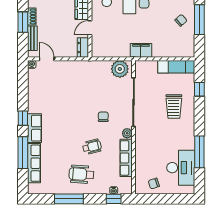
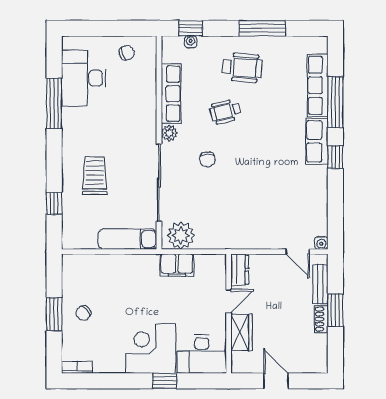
window: (199, 20) -> (54, 314), width x0.69
filing cabinet: (141, 50) -> (177, 265), moved
exam couch: (176, 67) -> (127, 239), moved

